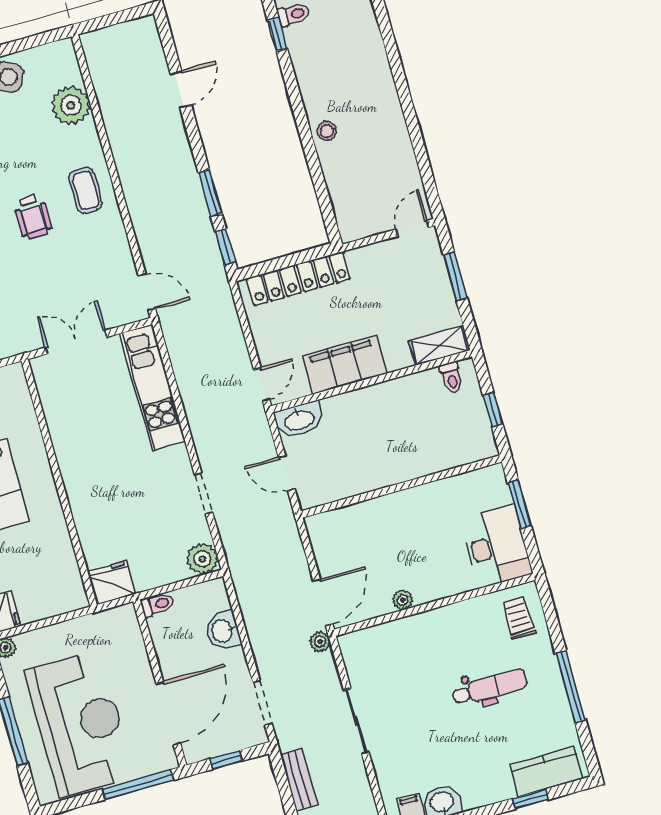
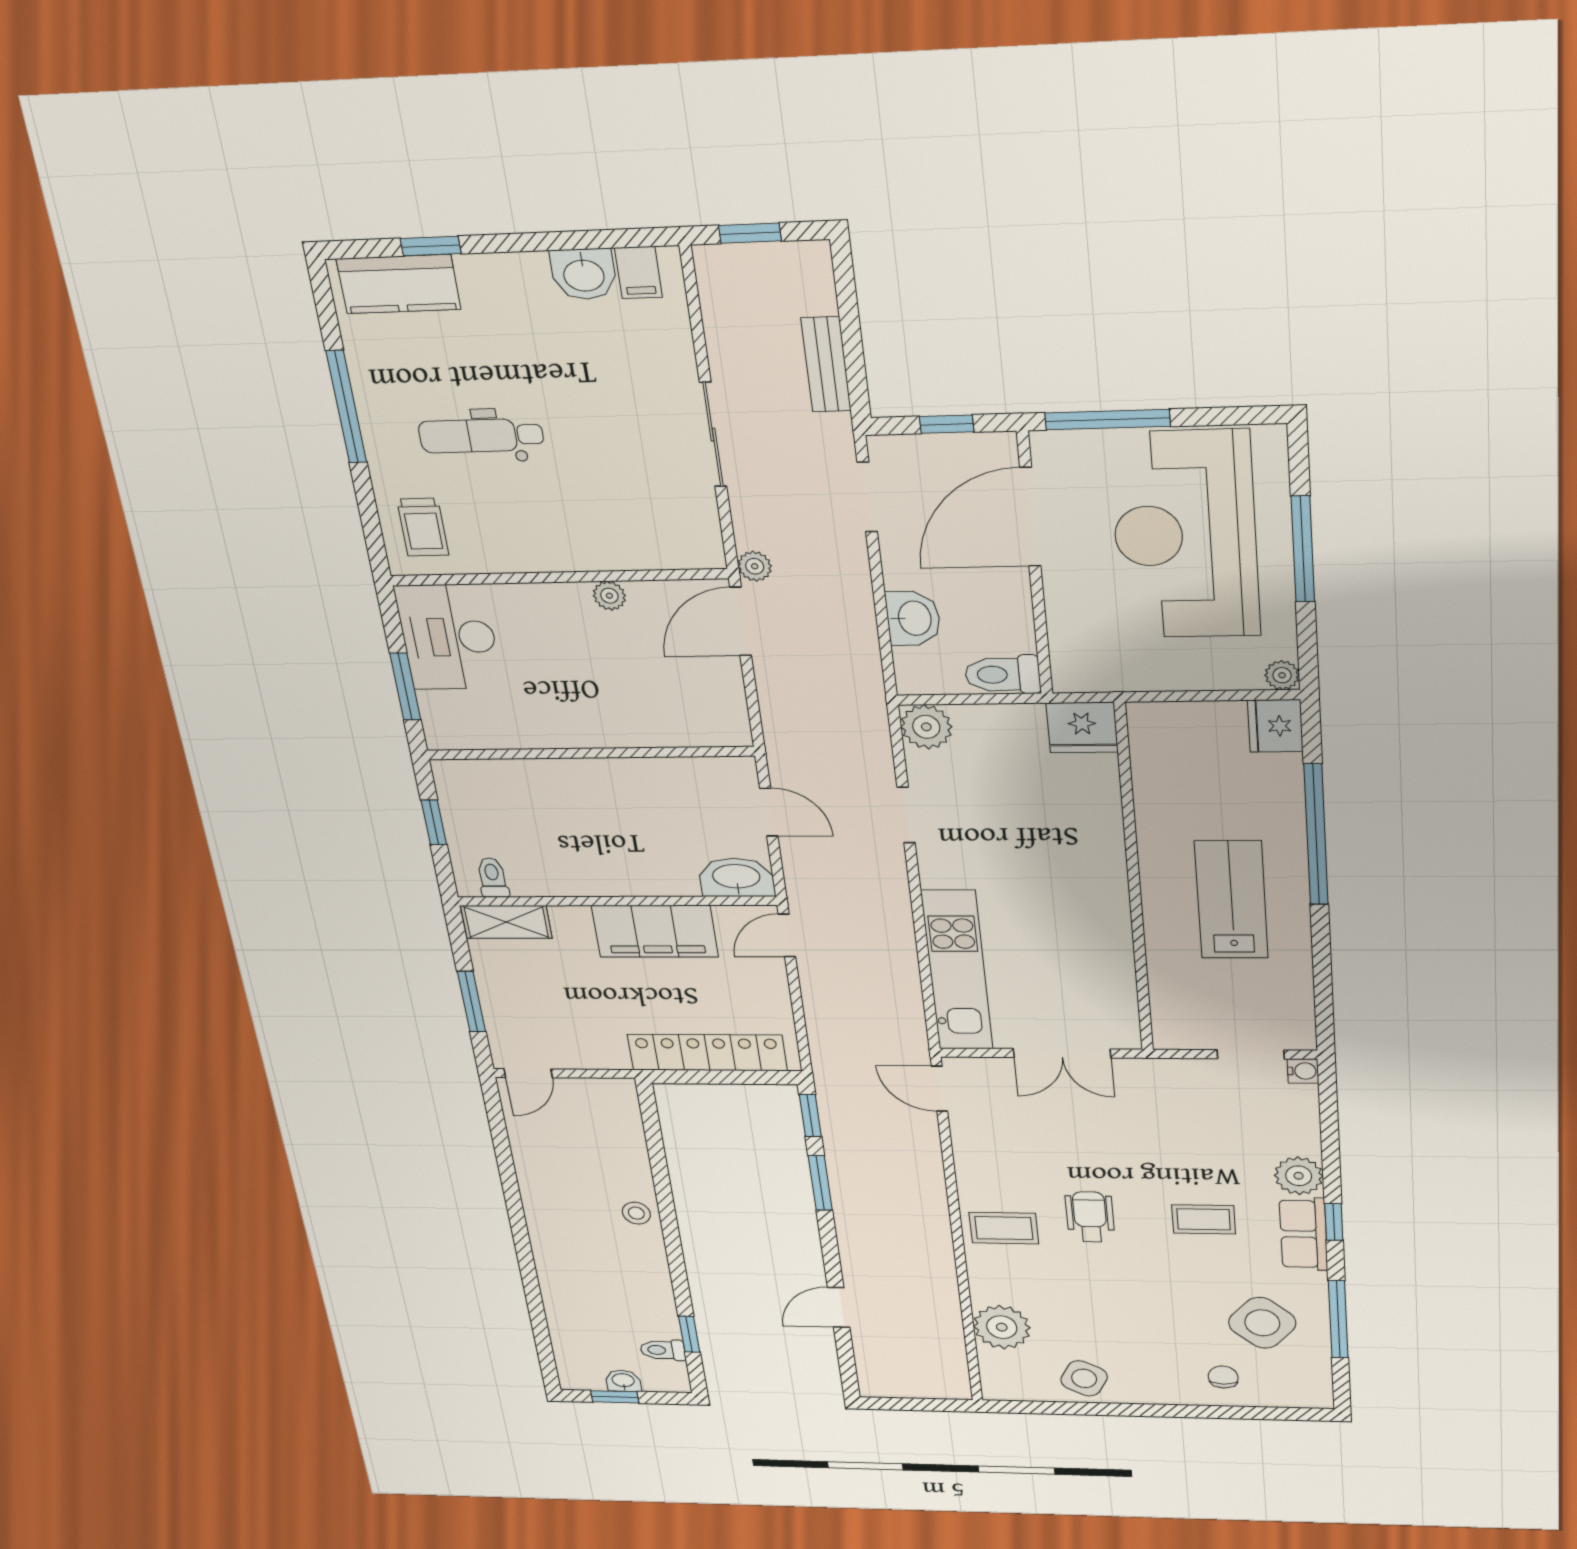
coffee table: (85, 190) -> (1004, 1228), turned 90
toilet: (158, 605) -> (1003, 675), width x1.37, depth x1.39

